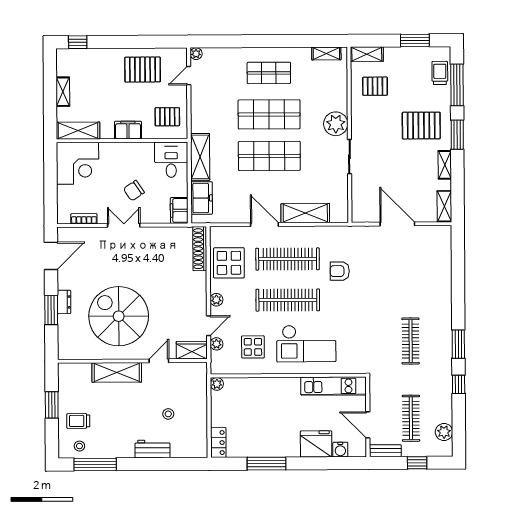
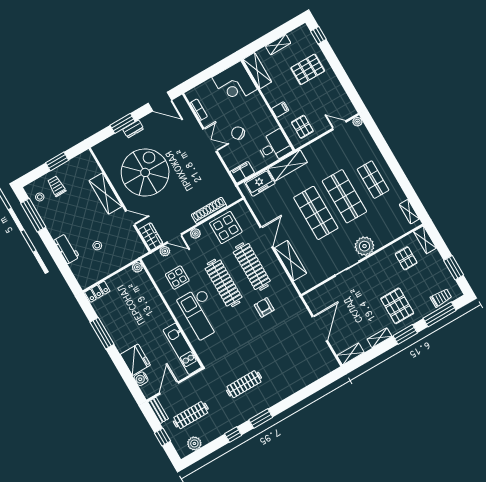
pallet: (143, 70) -> (308, 69), moved, turned 90
filing cabinet: (128, 130) -> (280, 110), width x0.50
shoe rack: (200, 249) -> (209, 210), moved

